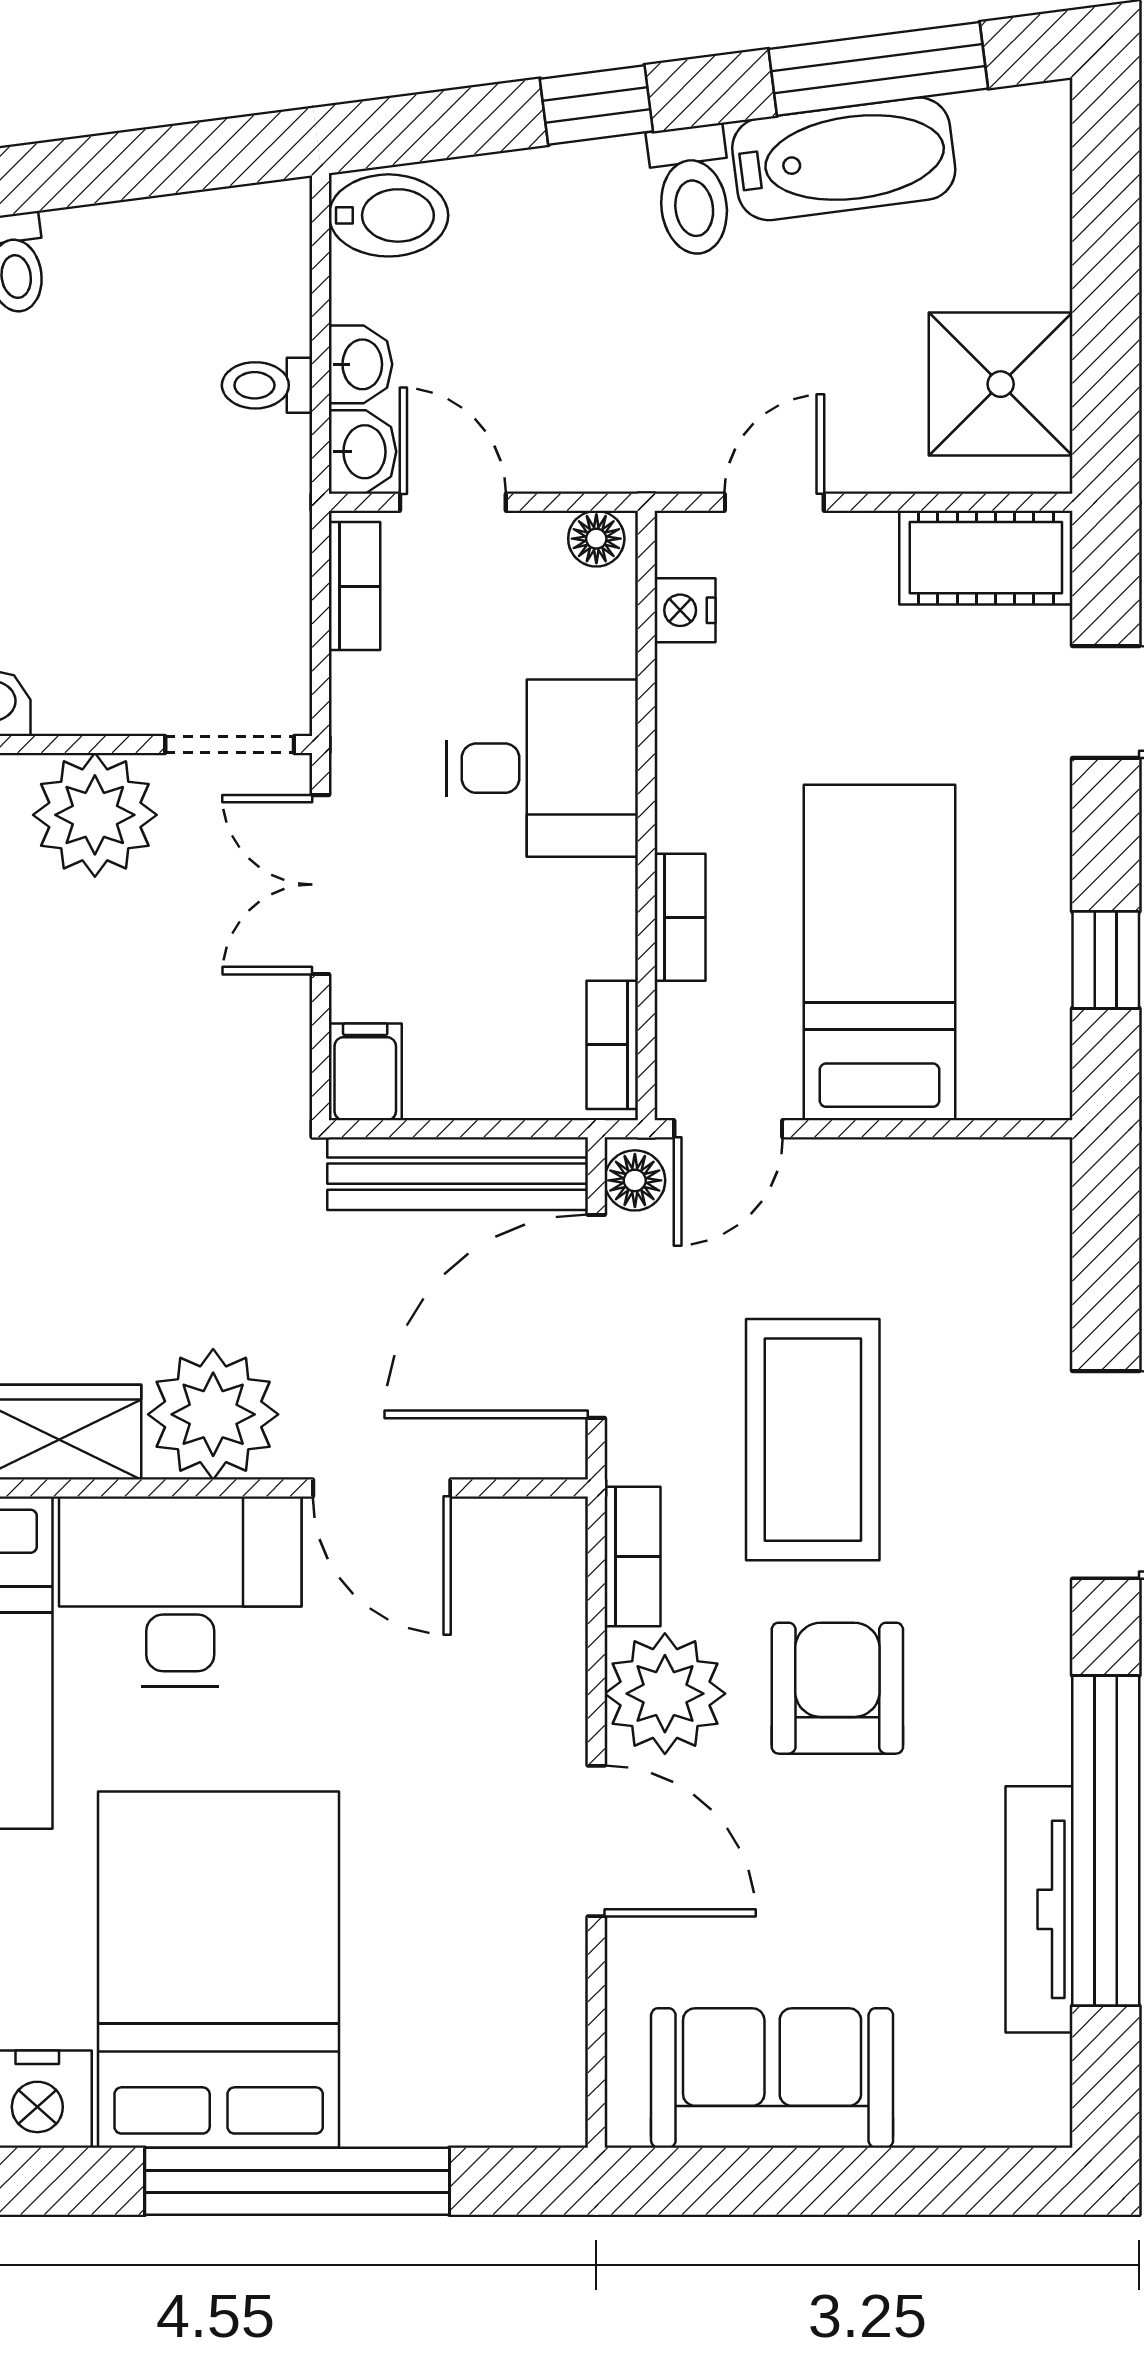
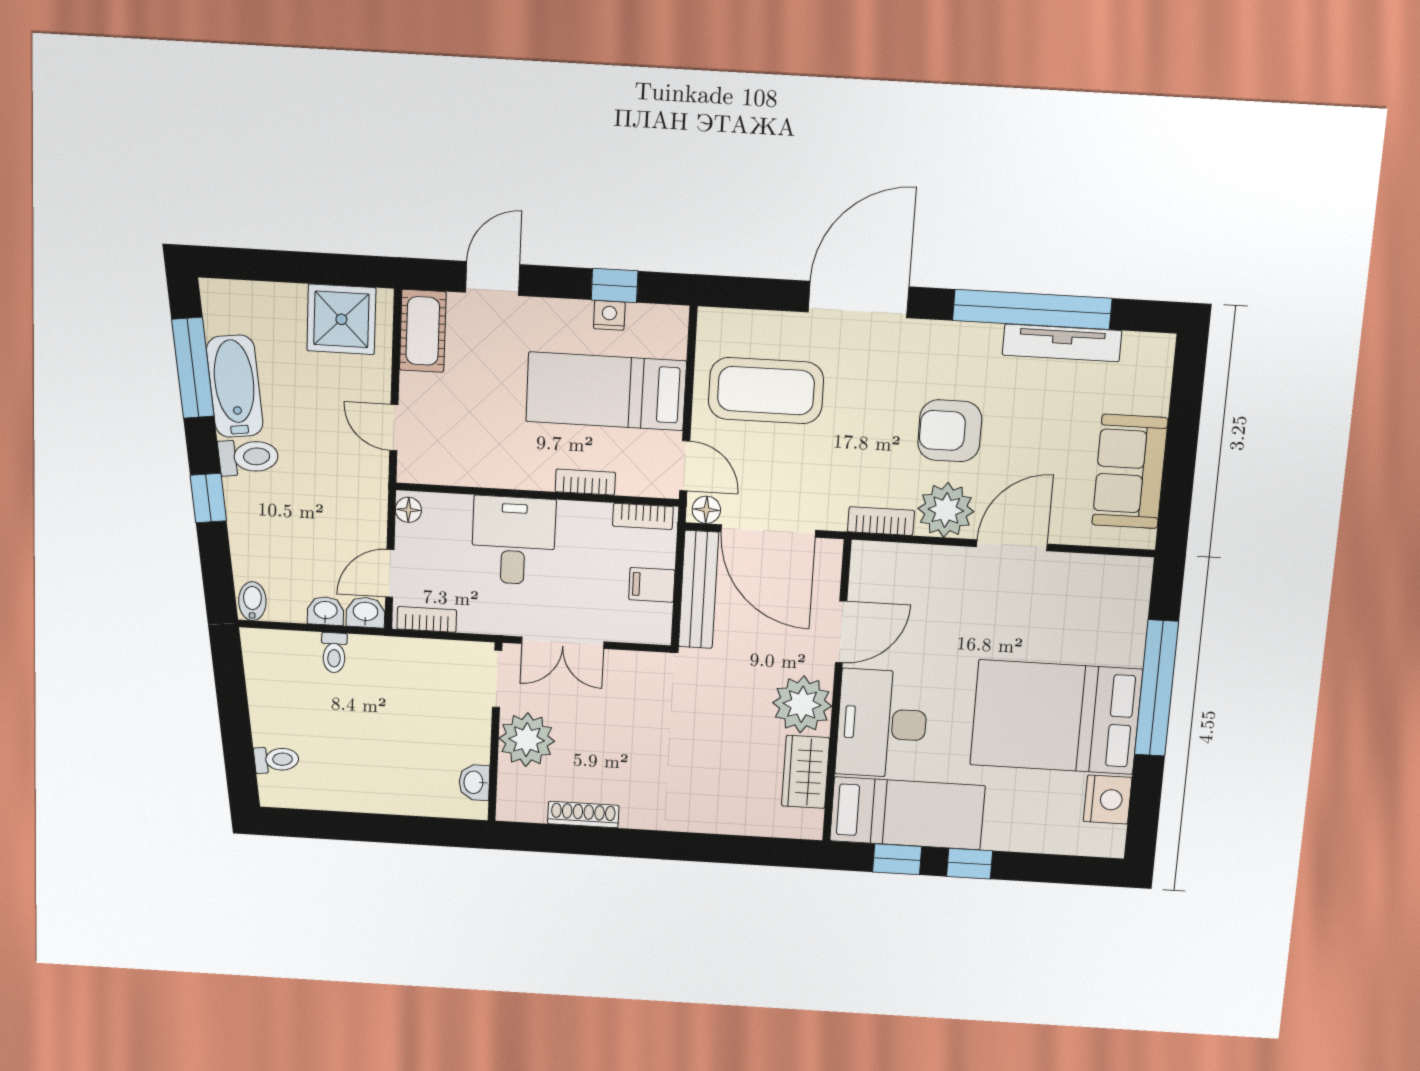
bidet: (388, 215) -> (252, 601), width x0.72, depth x0.74
nightstand: (685, 610) -> (609, 315), moved, turned 180
filing cabinet: (365, 1072) -> (652, 585), moved
coffee table: (813, 1440) -> (766, 391), moved

